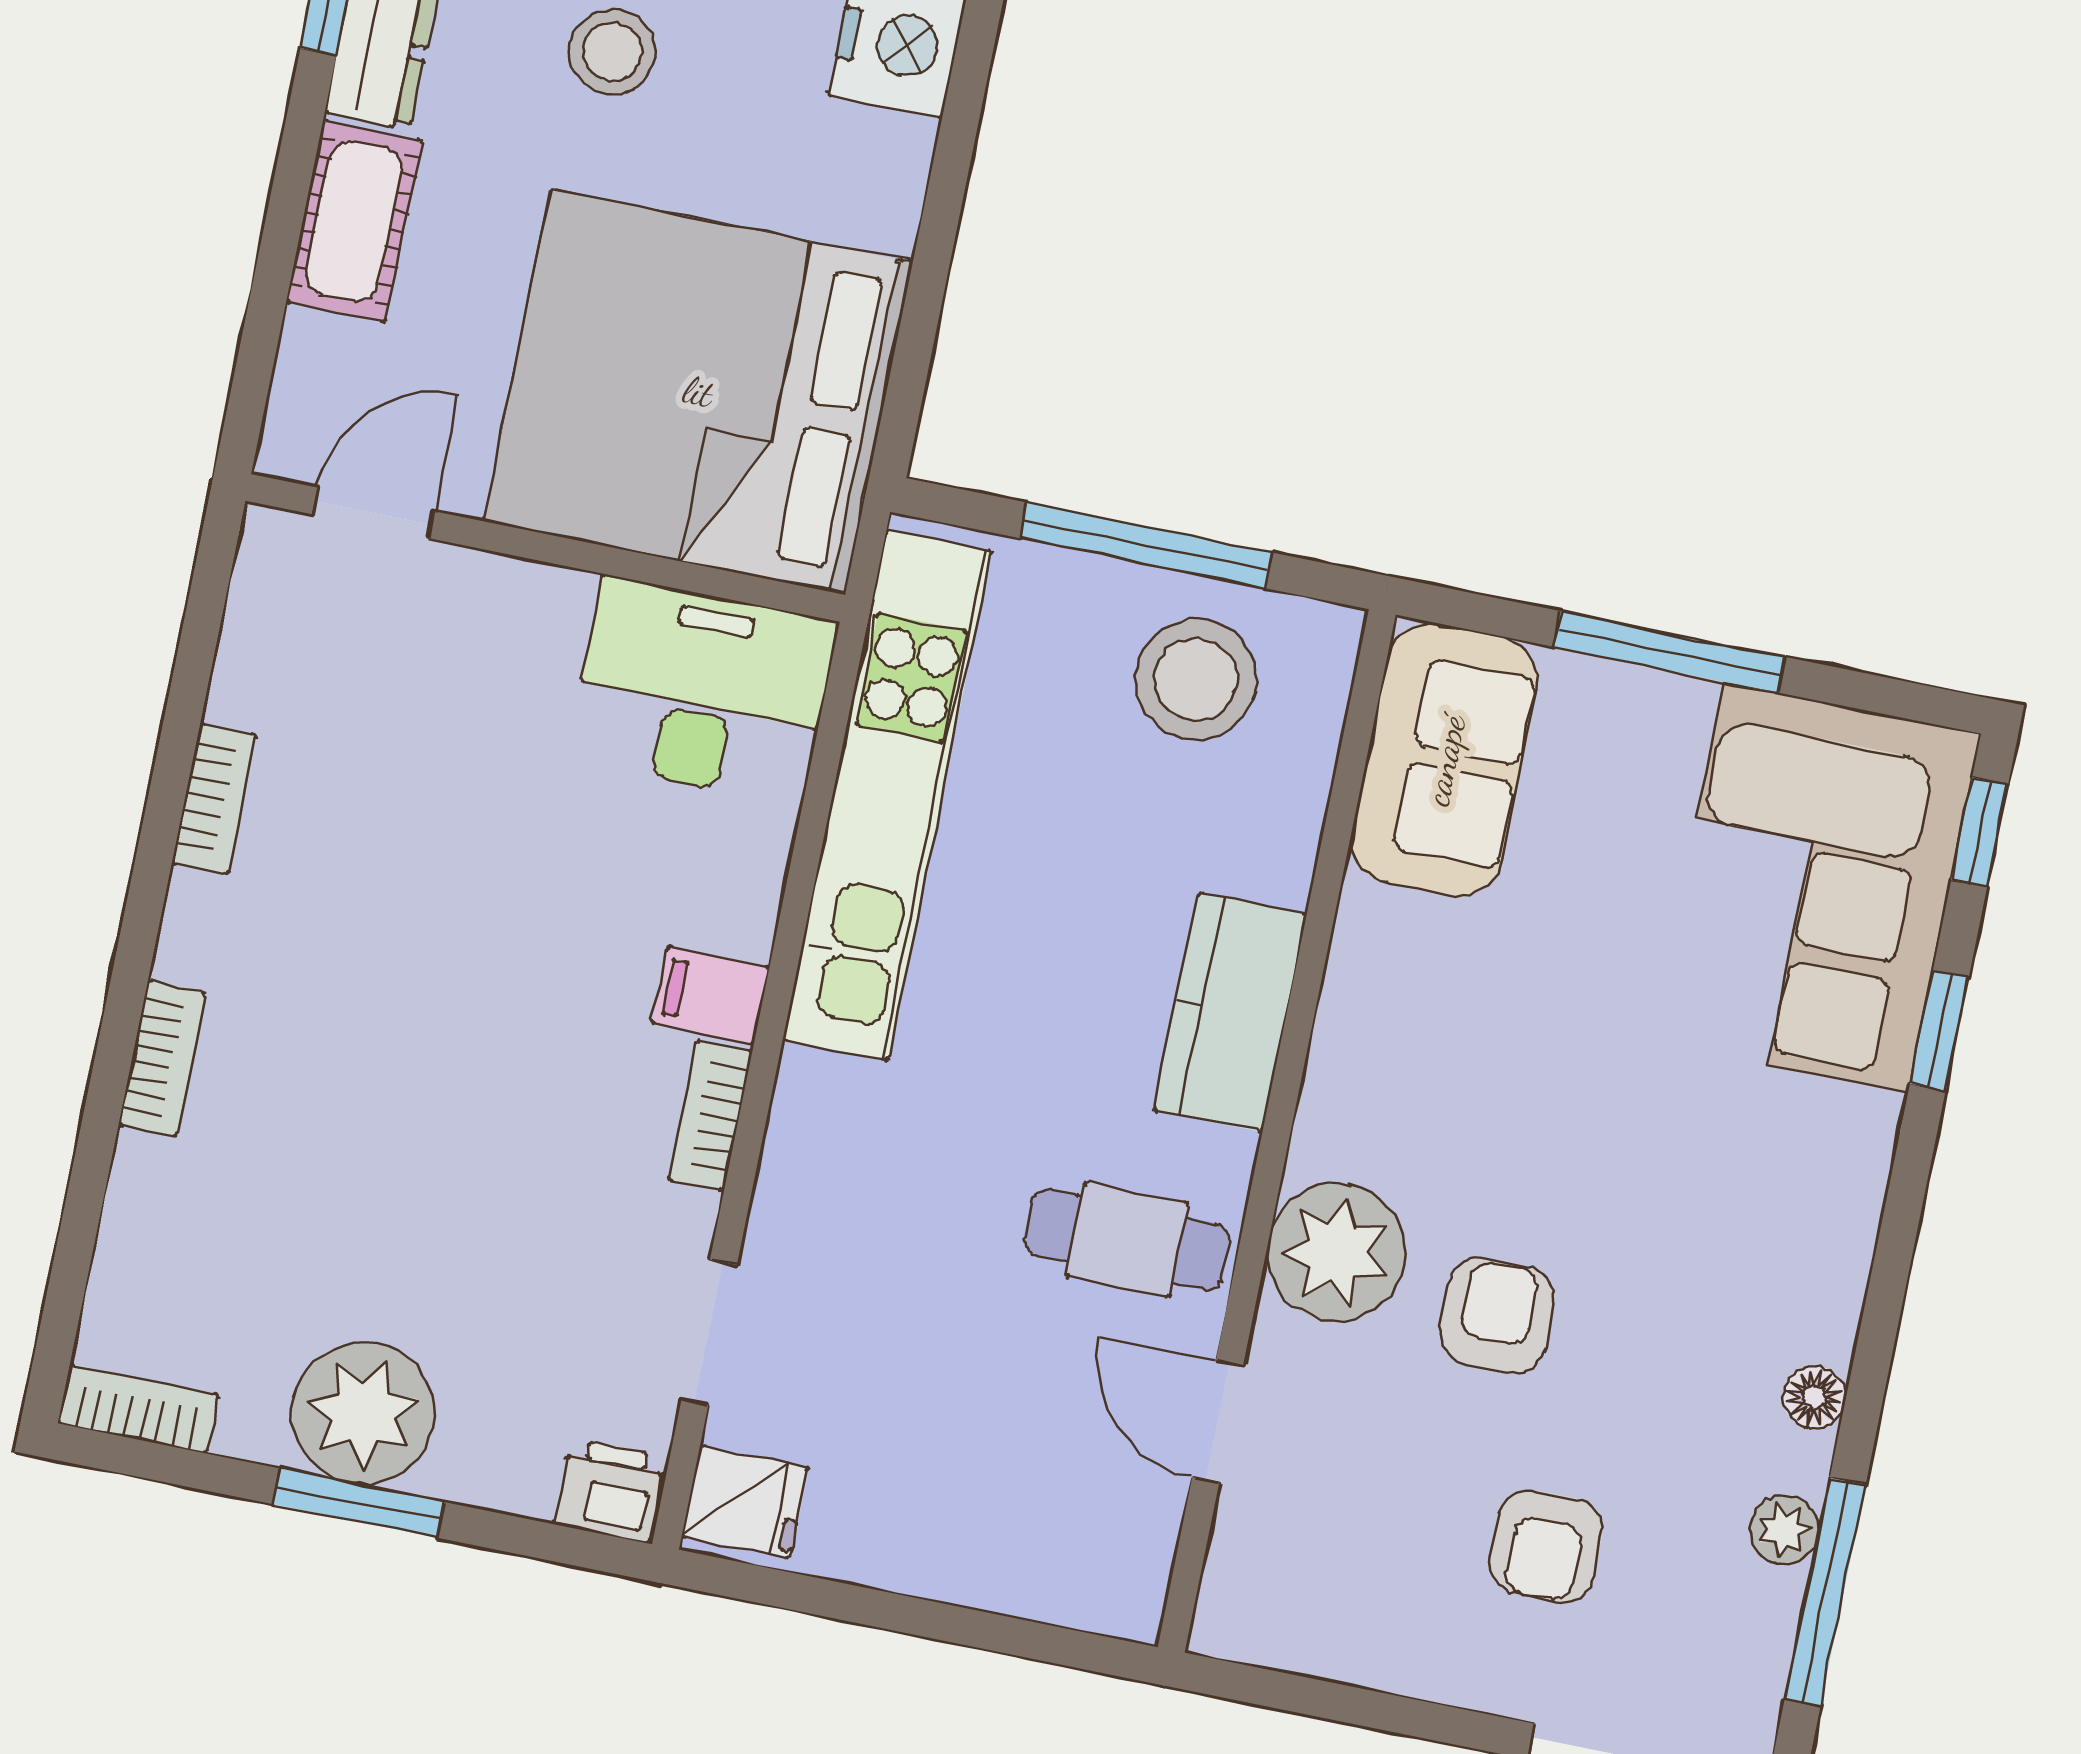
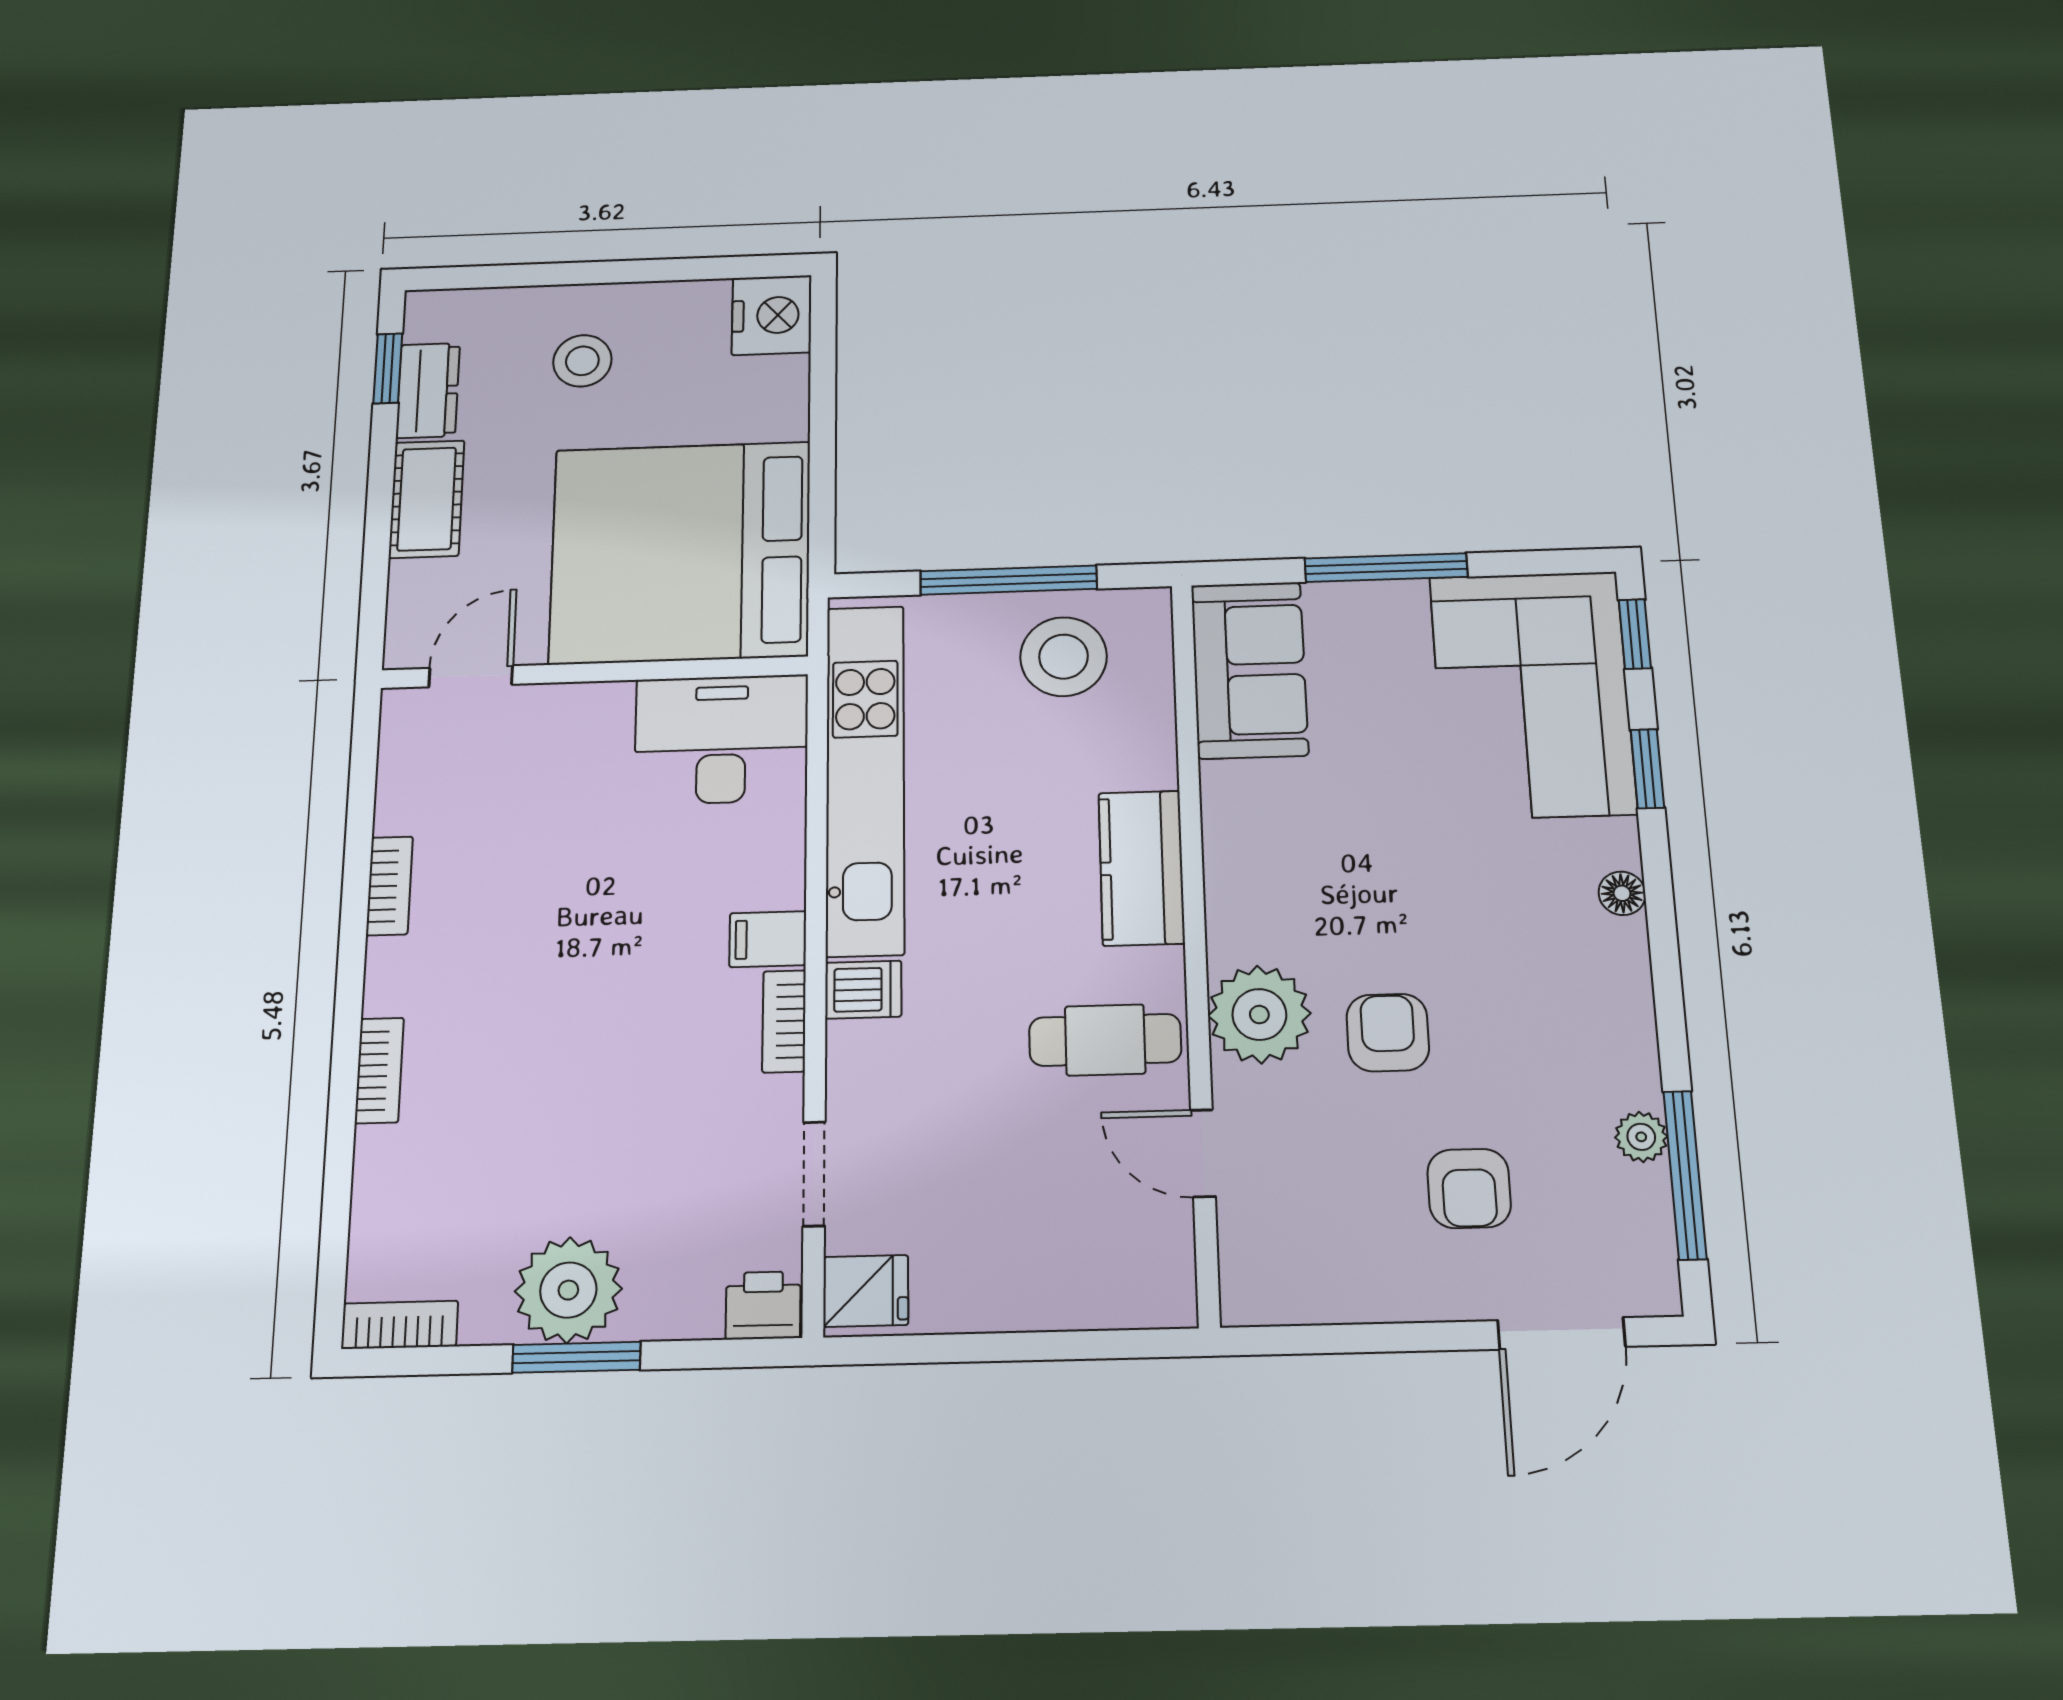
dishwasher: (824, 1096) -> (863, 990), added
floor lamp: (1814, 1397) -> (1622, 893), moved

